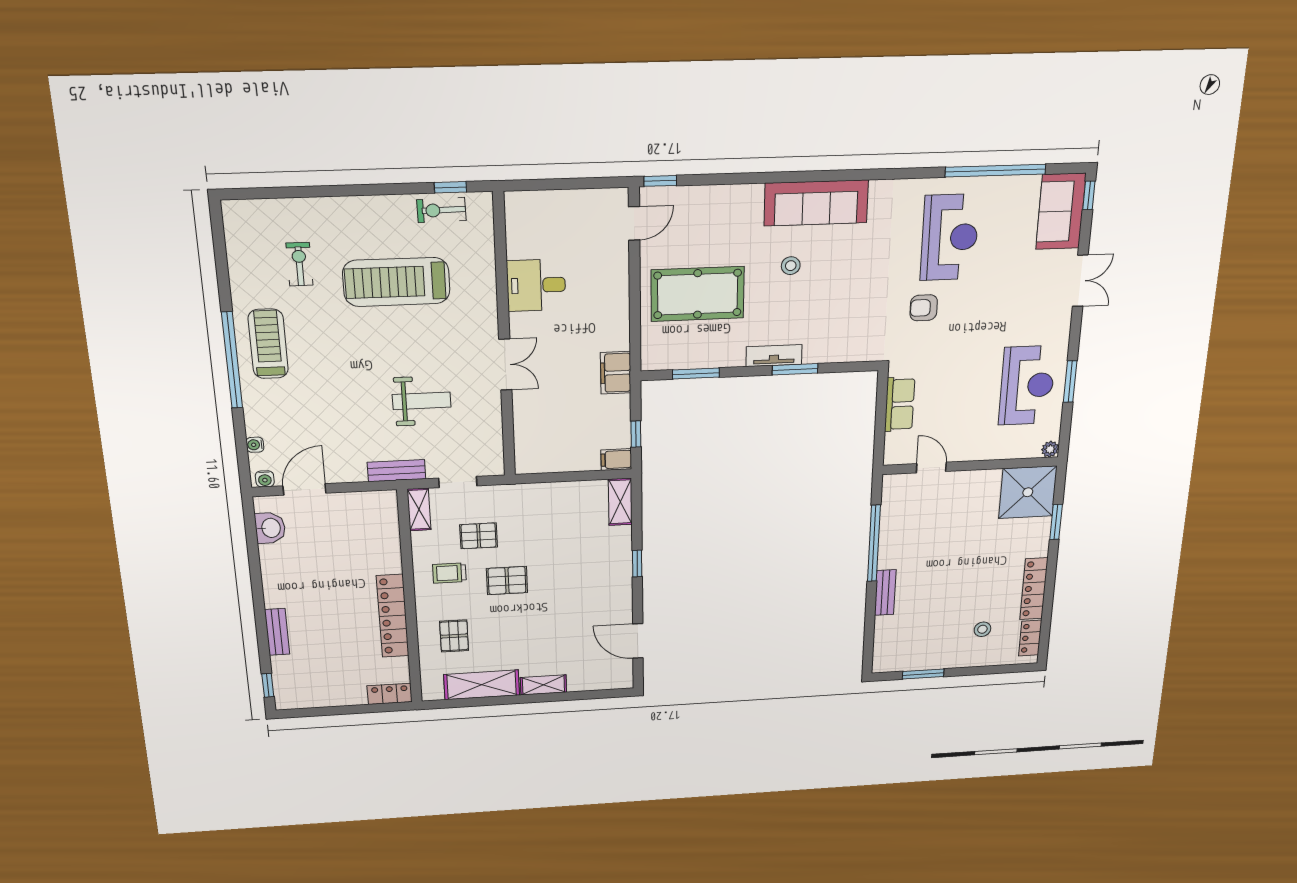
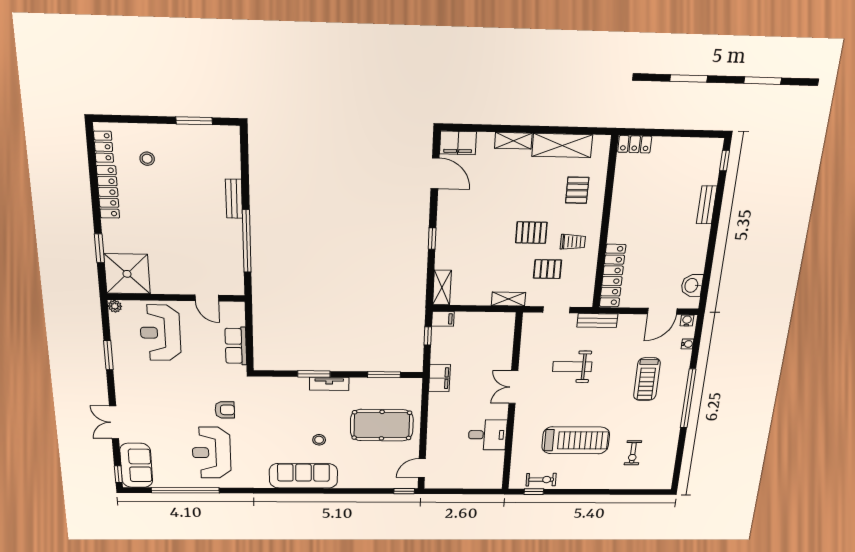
treadmill: (268, 344) -> (647, 379), moved
reception desk: (1027, 385) -> (160, 333), moved
shelving: (419, 509) -> (508, 299), moved, turned 90
locker: (393, 616) -> (613, 276), moved
filing cabinet: (612, 677) -> (458, 143), added

